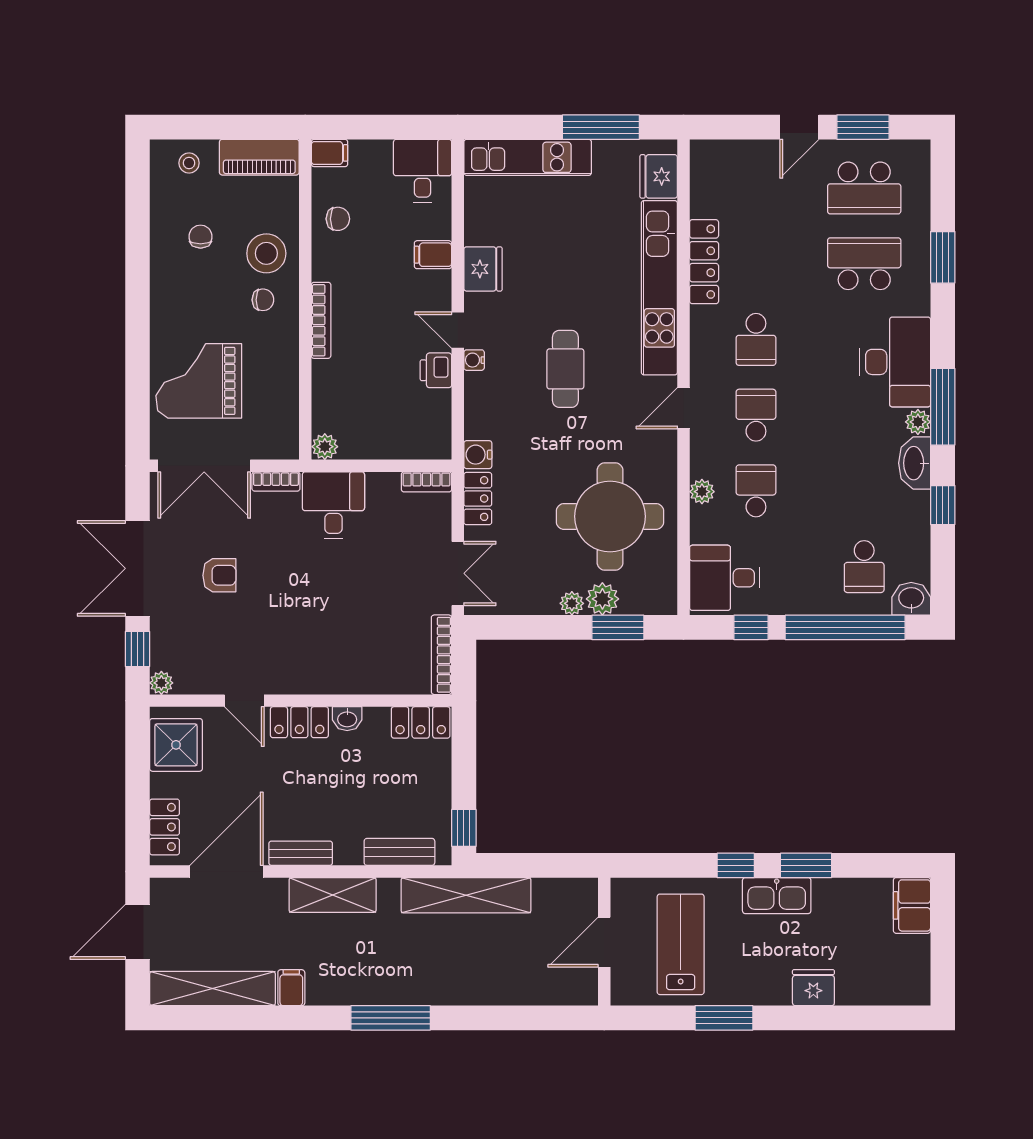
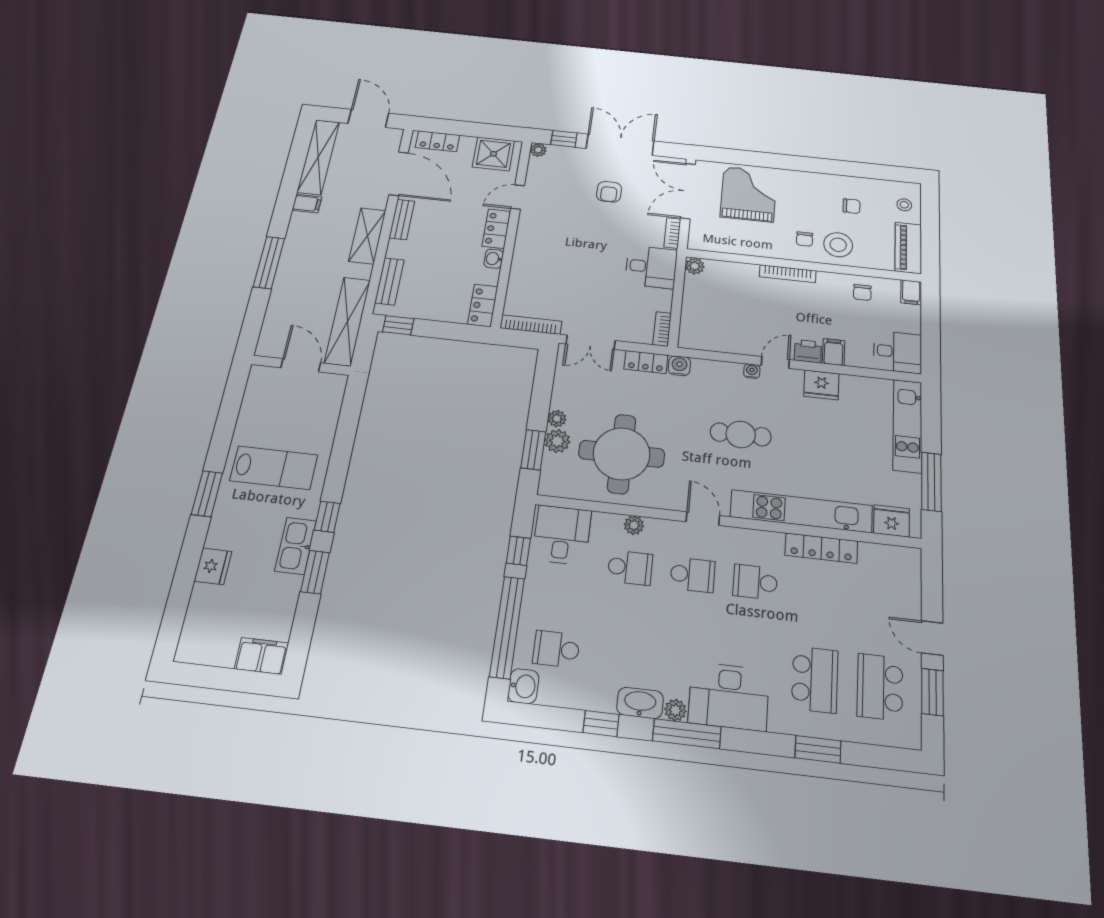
printer: (436, 370) -> (808, 351), moved
door: (604, 942) -> (301, 365), moved
wall: (604, 942) -> (301, 365), moved

